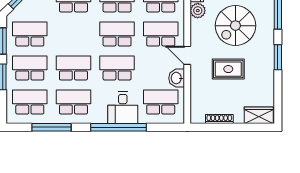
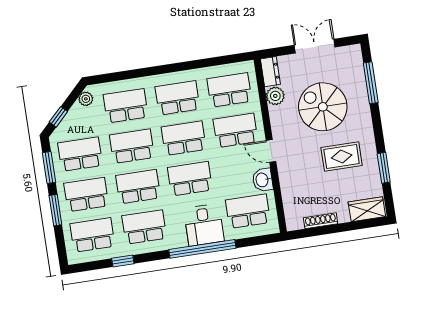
spiral stairs: (235, 26) -> (323, 107), turned 90
school desk: (73, 34) -> (132, 146), added
window: (278, 57) -> (384, 168), moved
rug: (228, 69) -> (342, 156), moved
window: (52, 127) -> (123, 261), width x0.46

